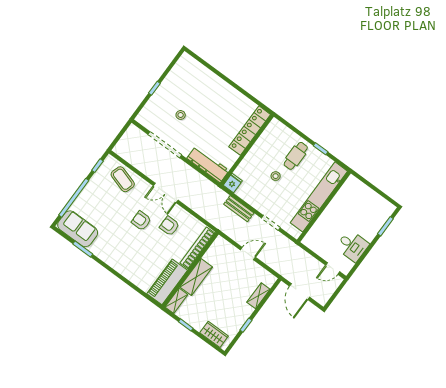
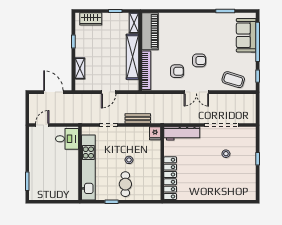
double door: (166, 193) -> (196, 92), swing flipped
sofa: (78, 229) -> (246, 35), moved, turned 90
desk: (352, 246) -> (67, 139), moved, turned 180
shelving: (196, 277) -> (132, 57), width x1.47

